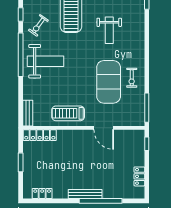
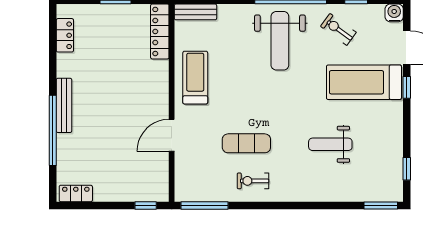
exercise mat: (109, 82) -> (246, 143), width x0.50, depth x0.69
locker: (139, 176) -> (76, 193), moved

